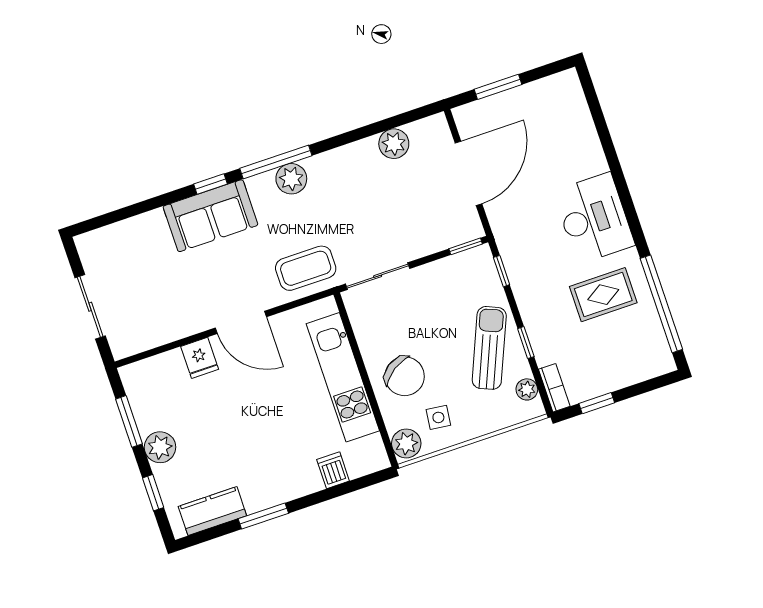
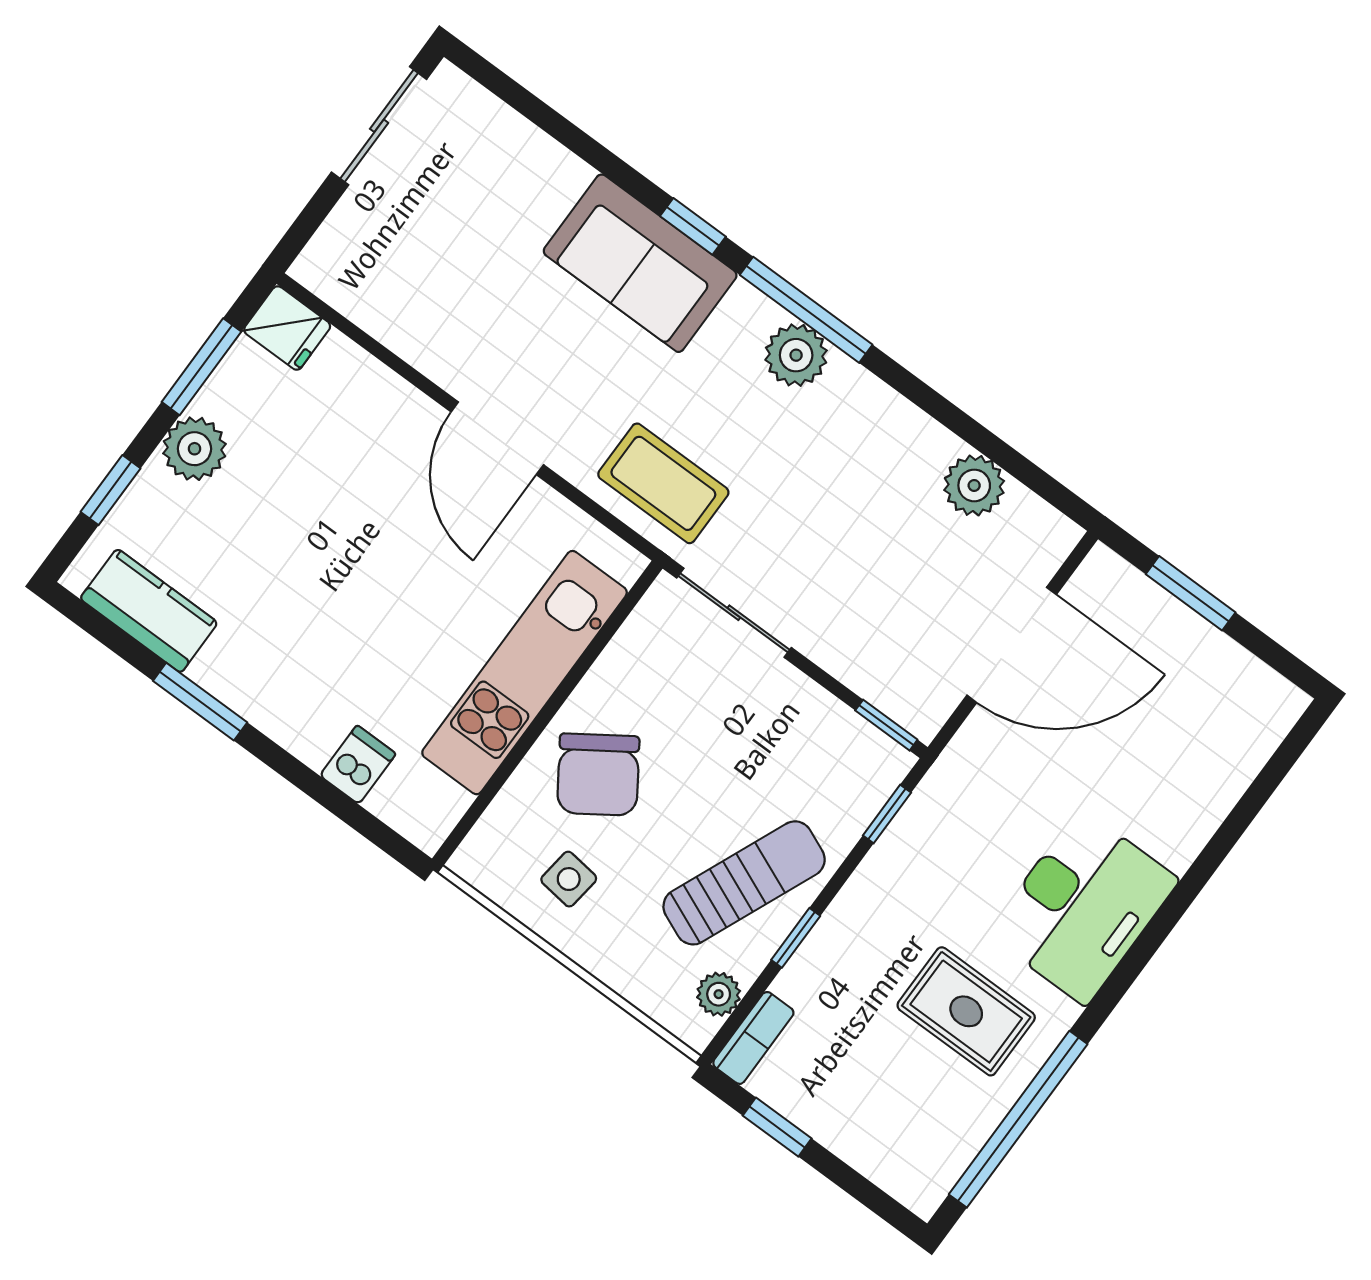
sliding door: (90, 307) -> (379, 126), moved
fridge: (200, 358) -> (287, 328), moved, turned -90
plant: (406, 443) -> (488, 856), removed

